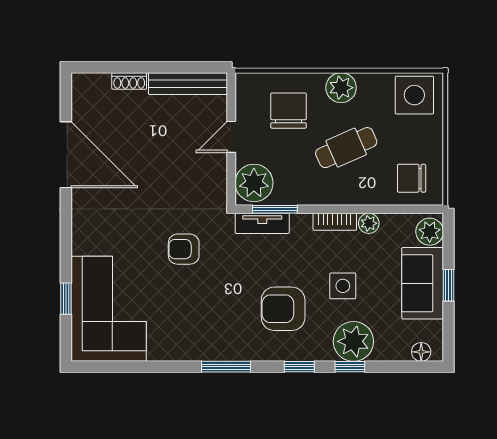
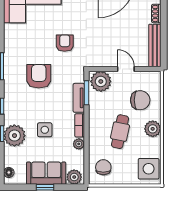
cafe table: (346, 148) -> (120, 132), turned 36
tv unit: (262, 223) -> (79, 98), moved
armchair: (283, 309) -> (39, 76), moved

